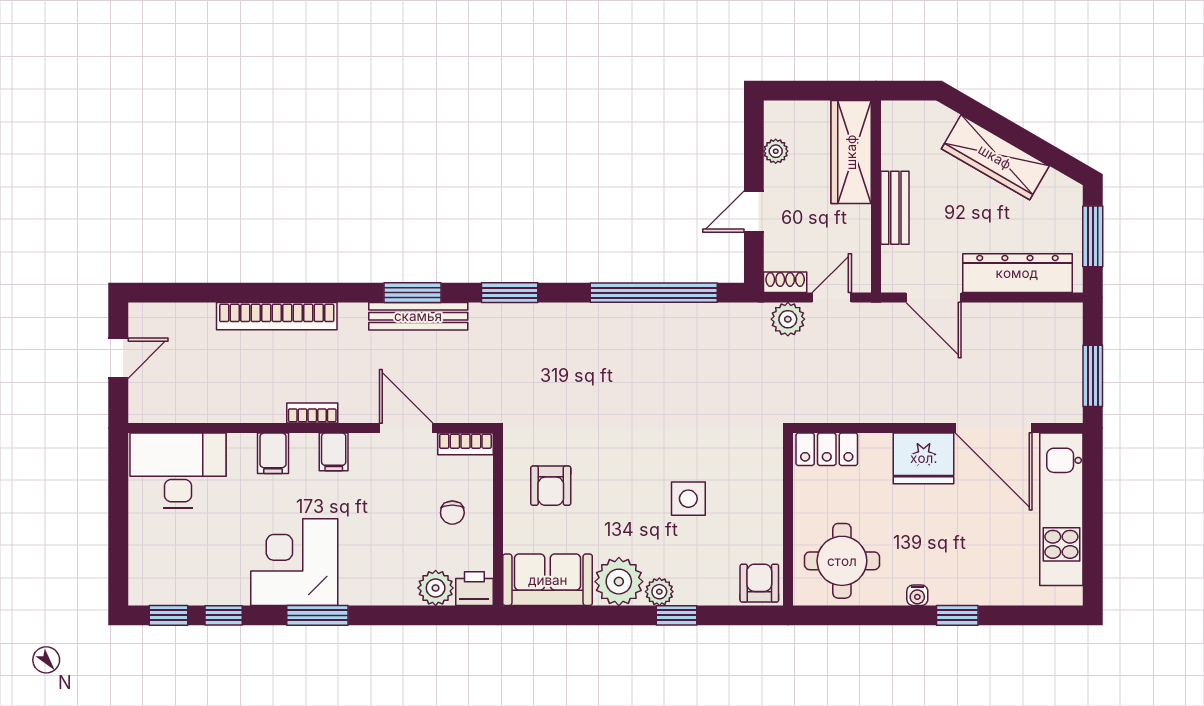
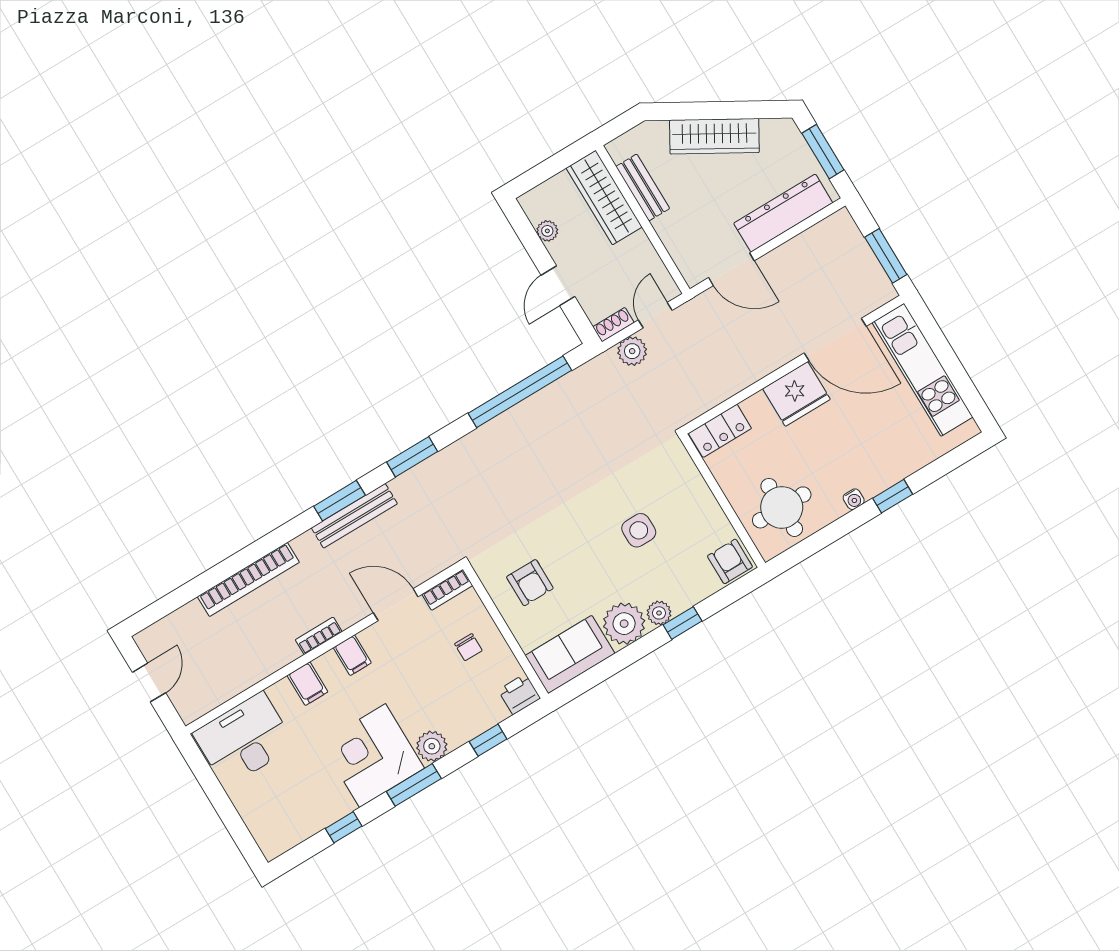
bench: (895, 208) -> (643, 187), moved
plant: (436, 588) -> (432, 746), moved
window: (169, 615) -> (488, 740), moved

